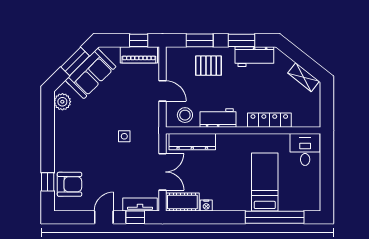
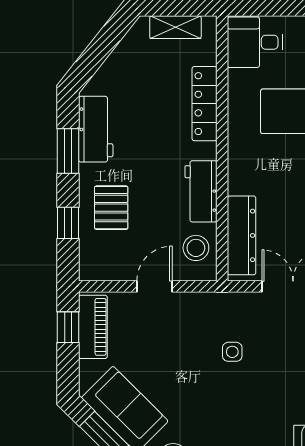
window: (200, 40) -> (68, 223), width x0.67
shelving: (304, 77) -> (175, 27), moved, turned 52

